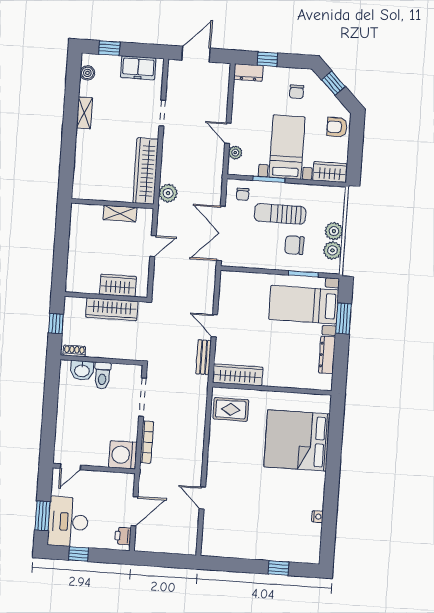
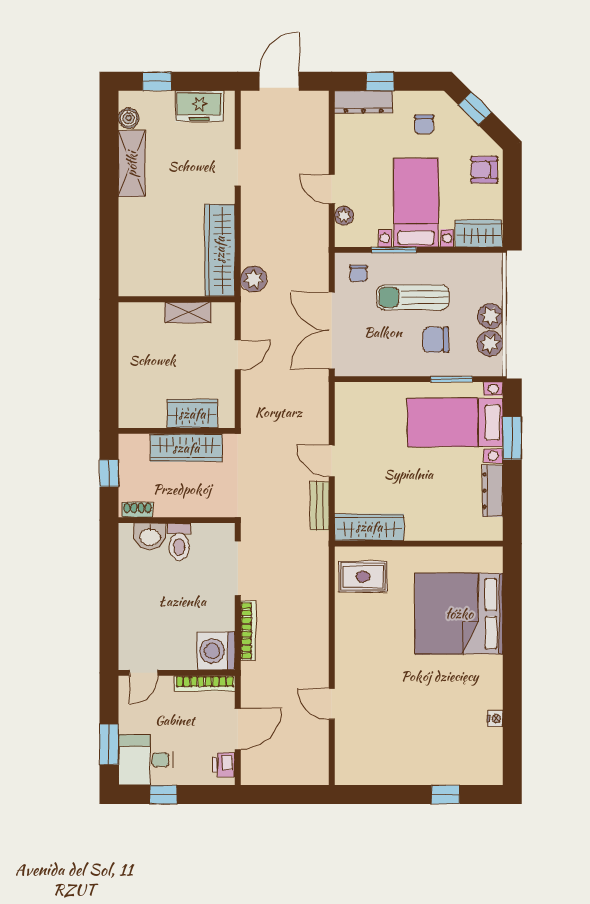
dresser: (248, 73) -> (363, 102), width x1.44
shelving: (84, 113) -> (132, 164), width x1.50, depth x1.33
bookcase: (113, 477) -> (205, 683), added
desk: (68, 522) -> (146, 760), width x0.73

